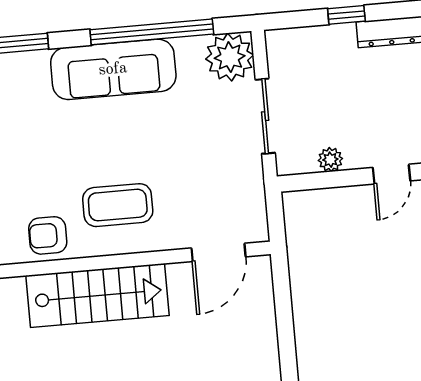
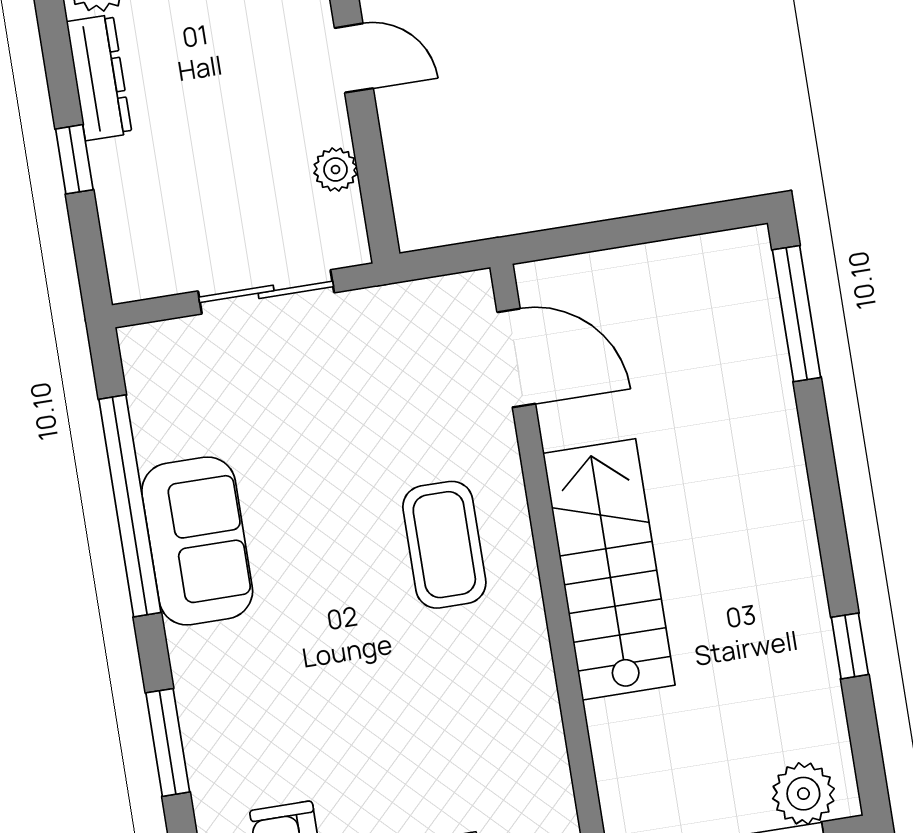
plant: (230, 57) -> (165, 363), removed
sofa: (113, 69) -> (197, 541), width x0.73
armchair: (48, 235) -> (508, 666), removed

